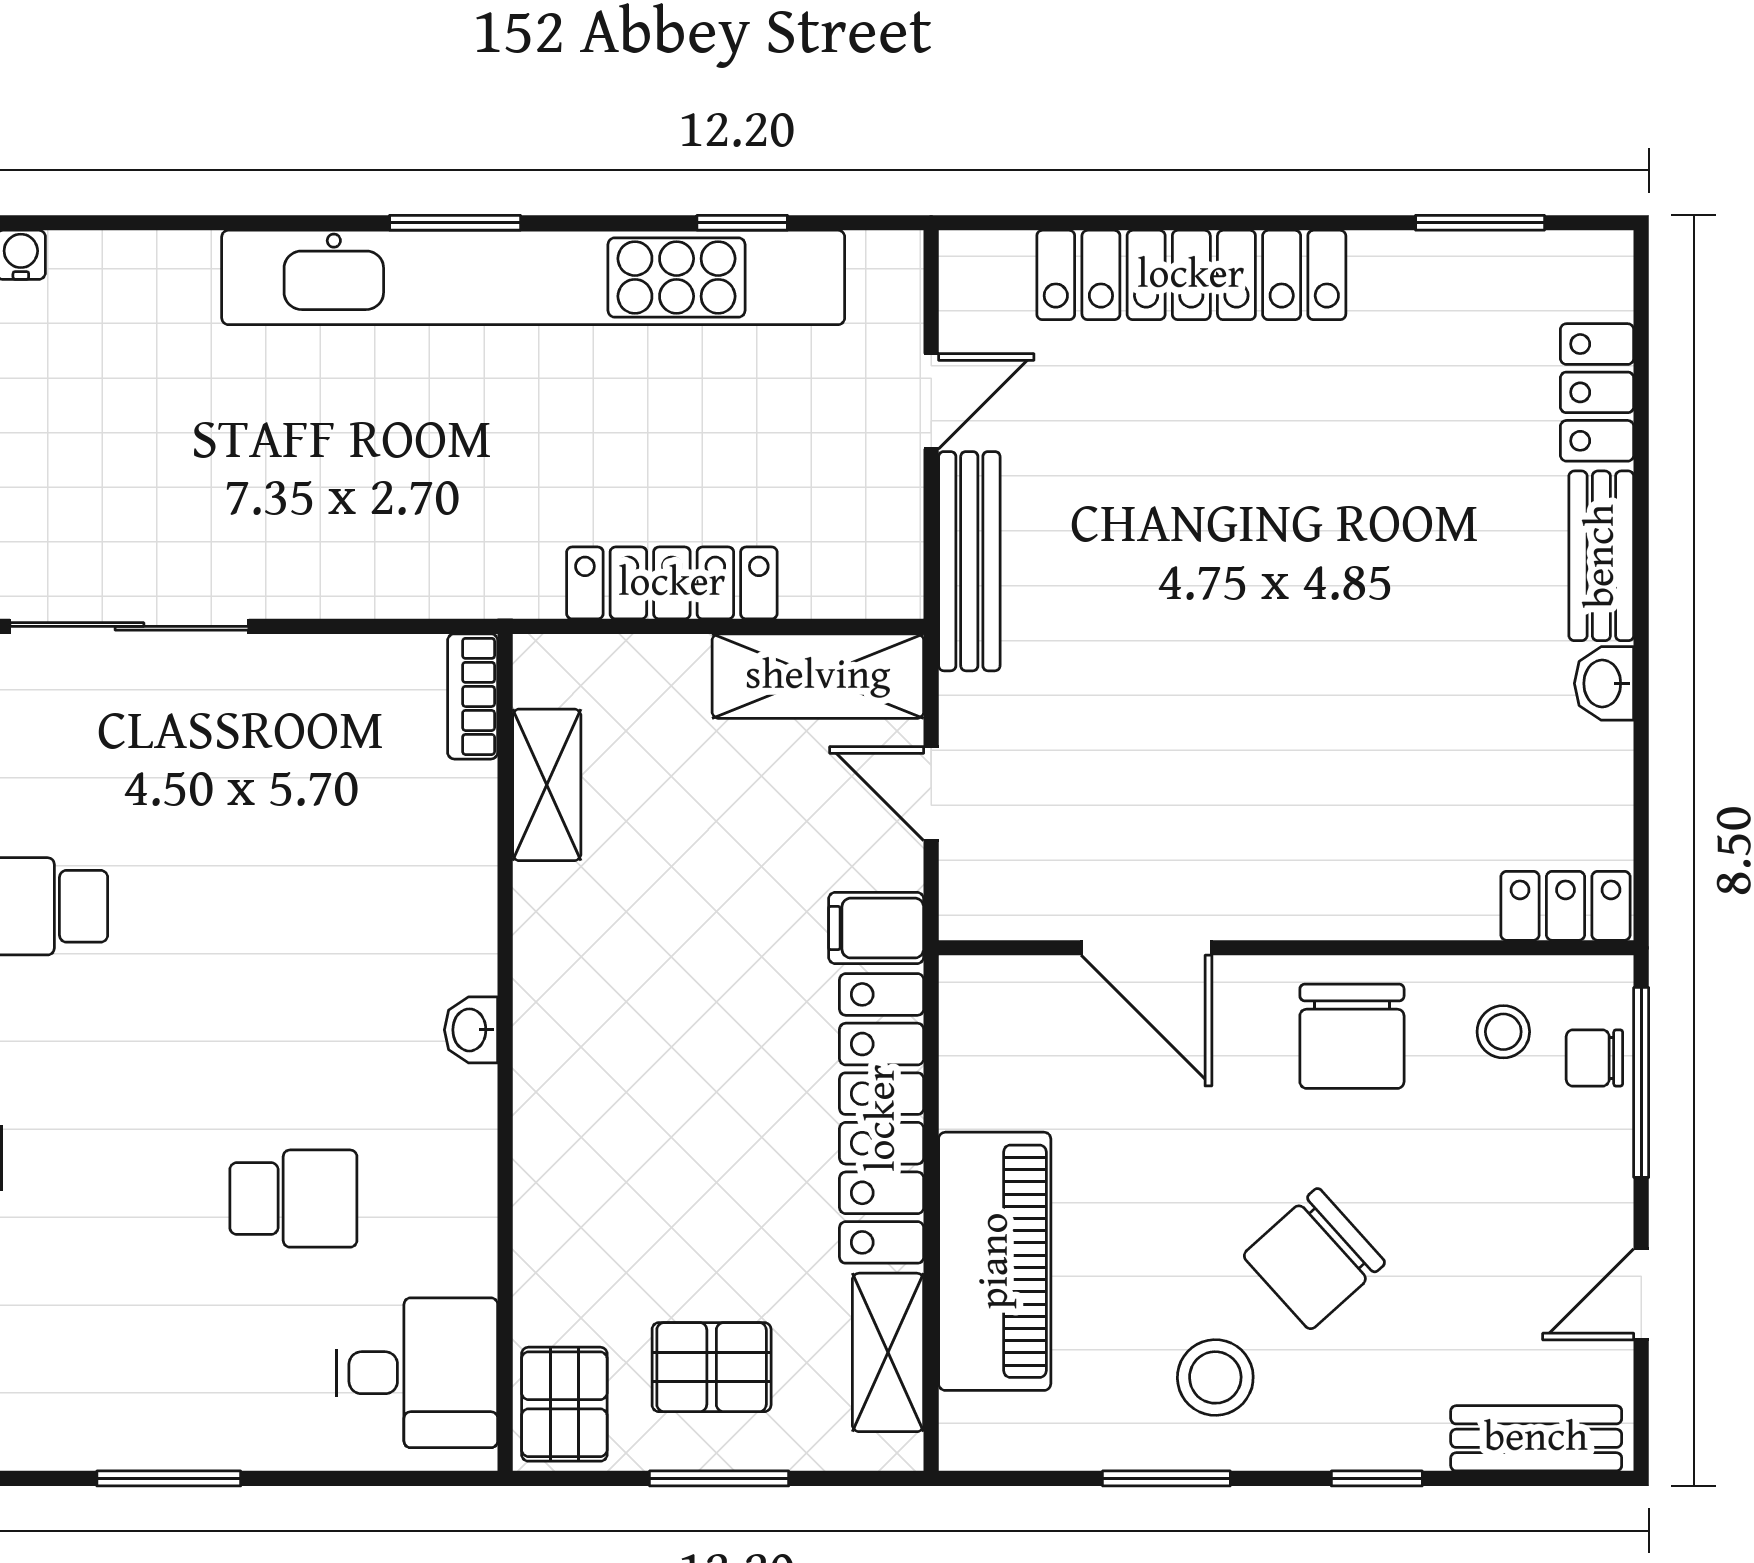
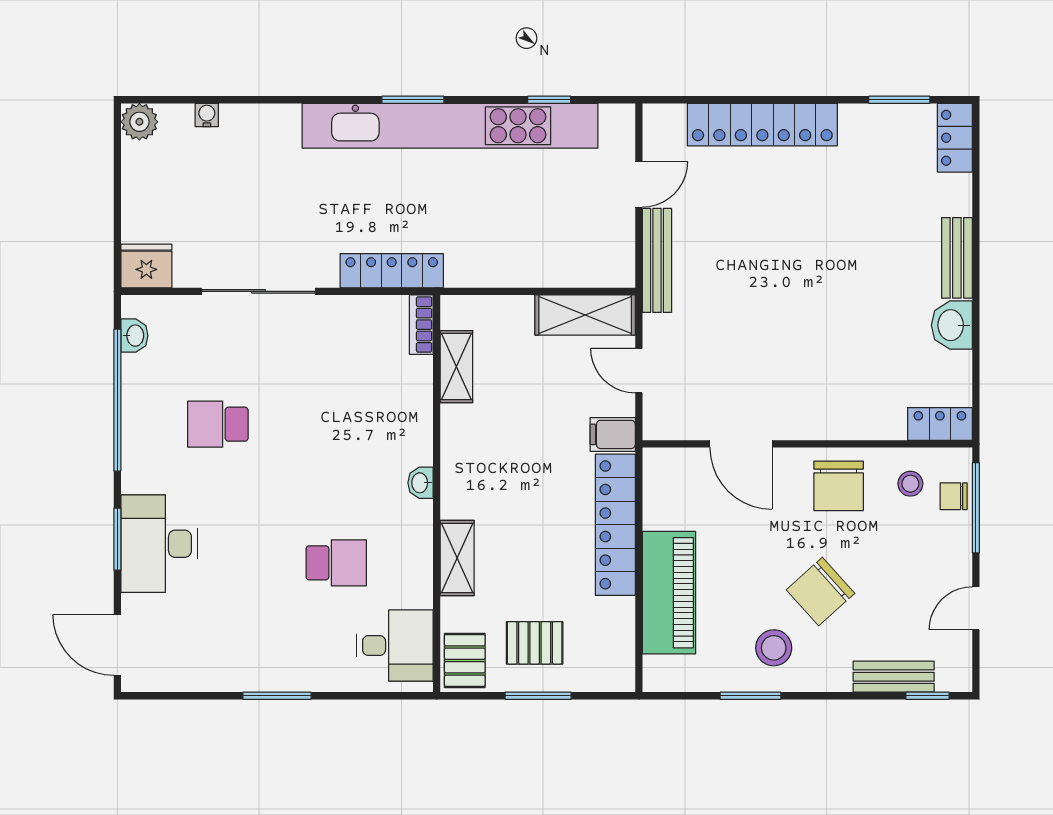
locker: (1597, 392) -> (955, 138), moved
locker: (672, 583) -> (392, 271), moved
washbasin: (1604, 683) -> (952, 325), width x1.38, depth x1.45
shelving: (888, 1352) -> (457, 558), moved
bench: (1536, 1438) -> (894, 677), moved
window: (1377, 1478) -> (928, 696), moved

